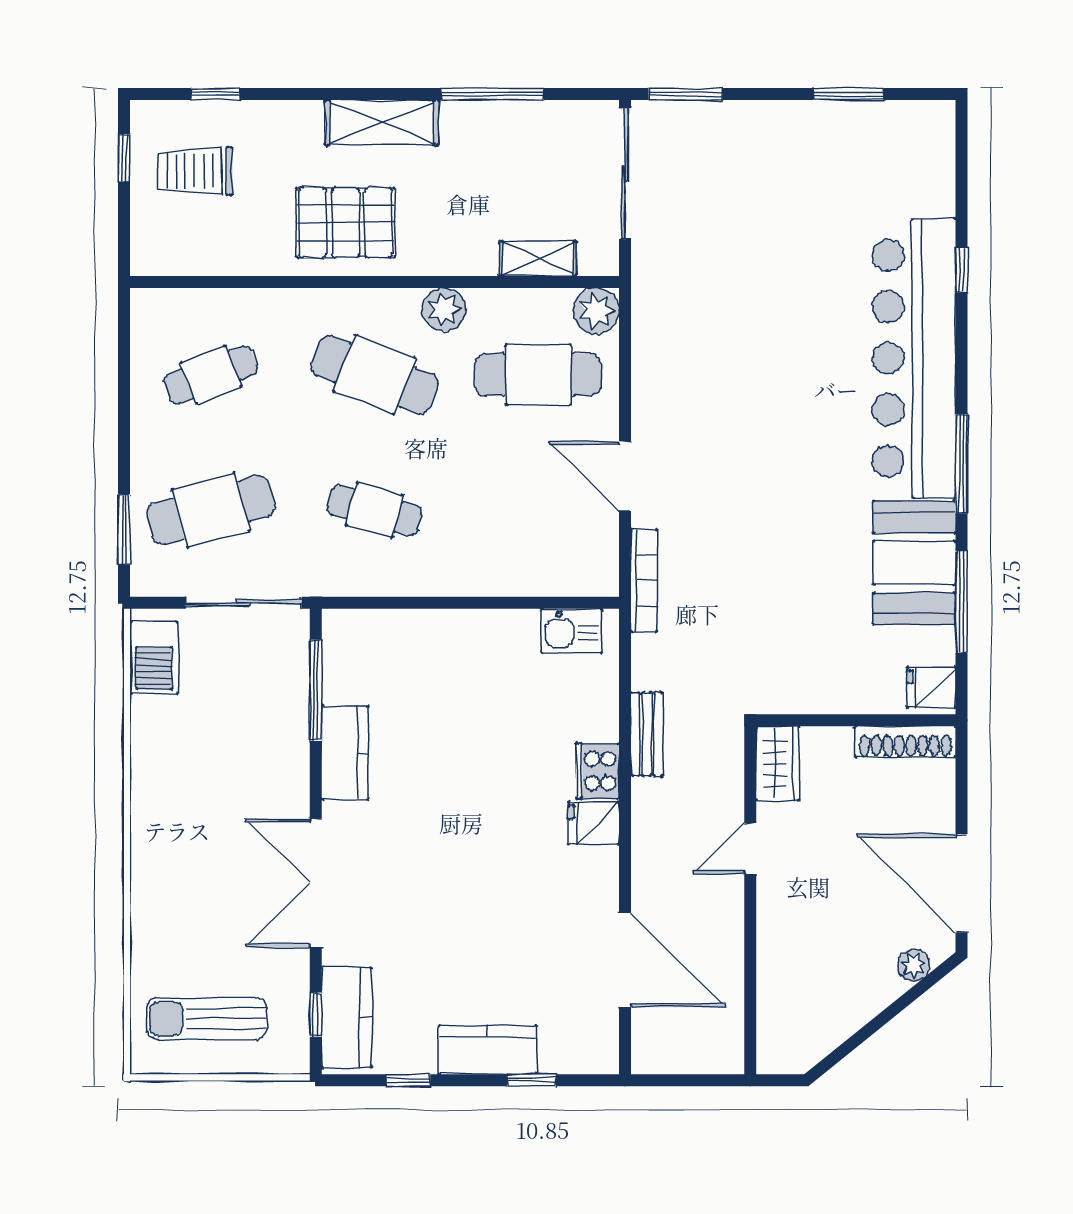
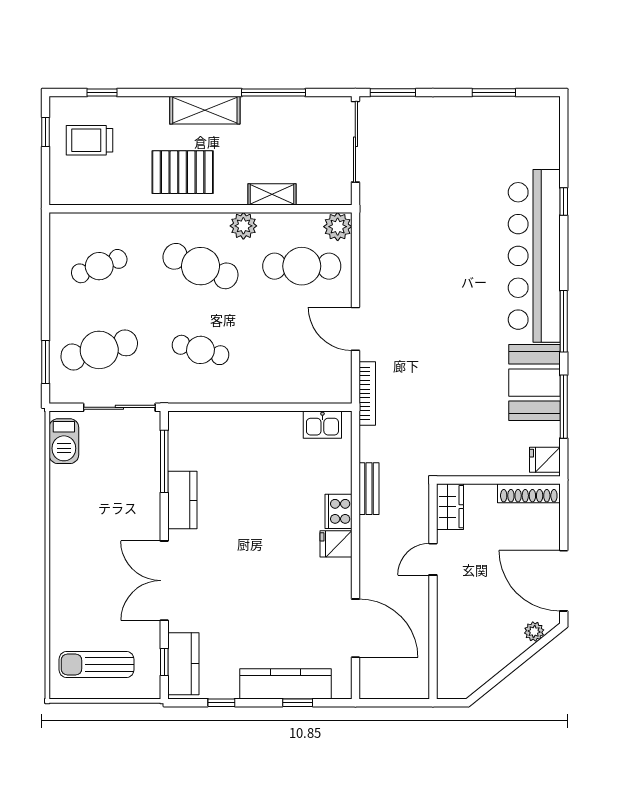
shelving: (538, 259) -> (272, 194), moved
kitchen counter: (487, 1050) -> (286, 684), width x1.50

